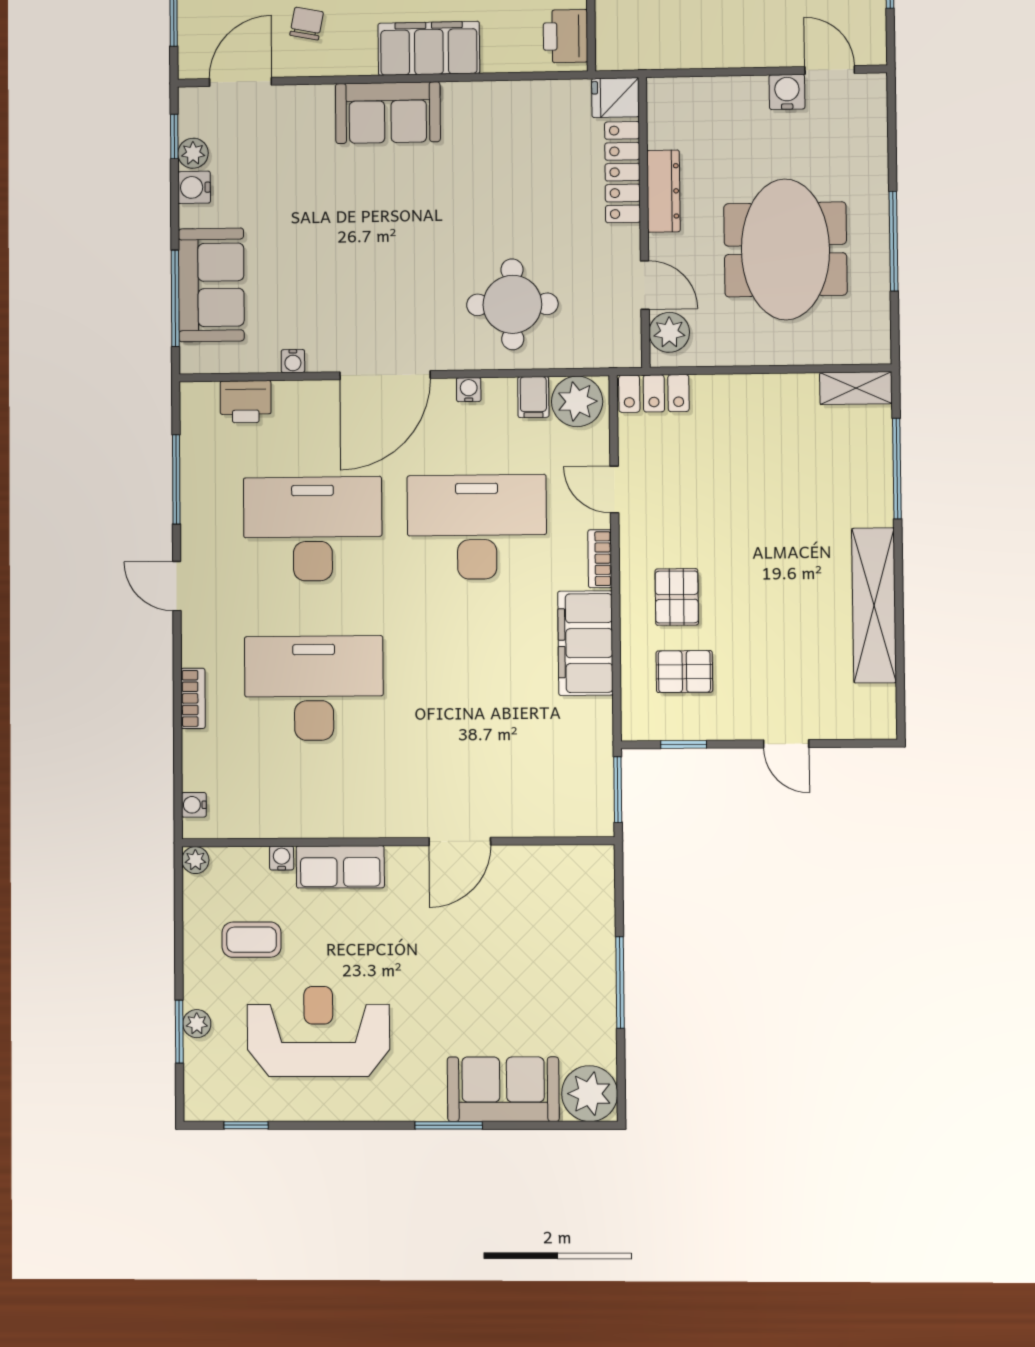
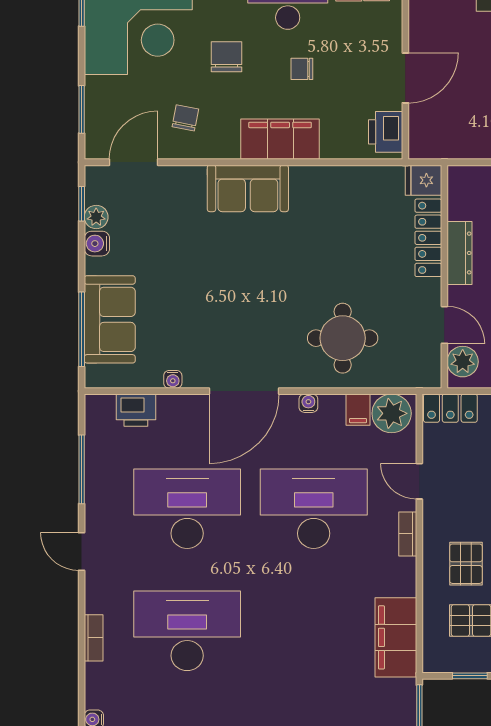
filing cabinet: (585, 643) -> (396, 637), moved

